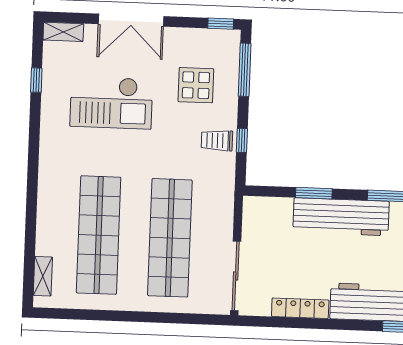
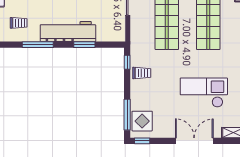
display table: (196, 85) -> (142, 121), moved
window: (242, 140) -> (127, 62), moved

